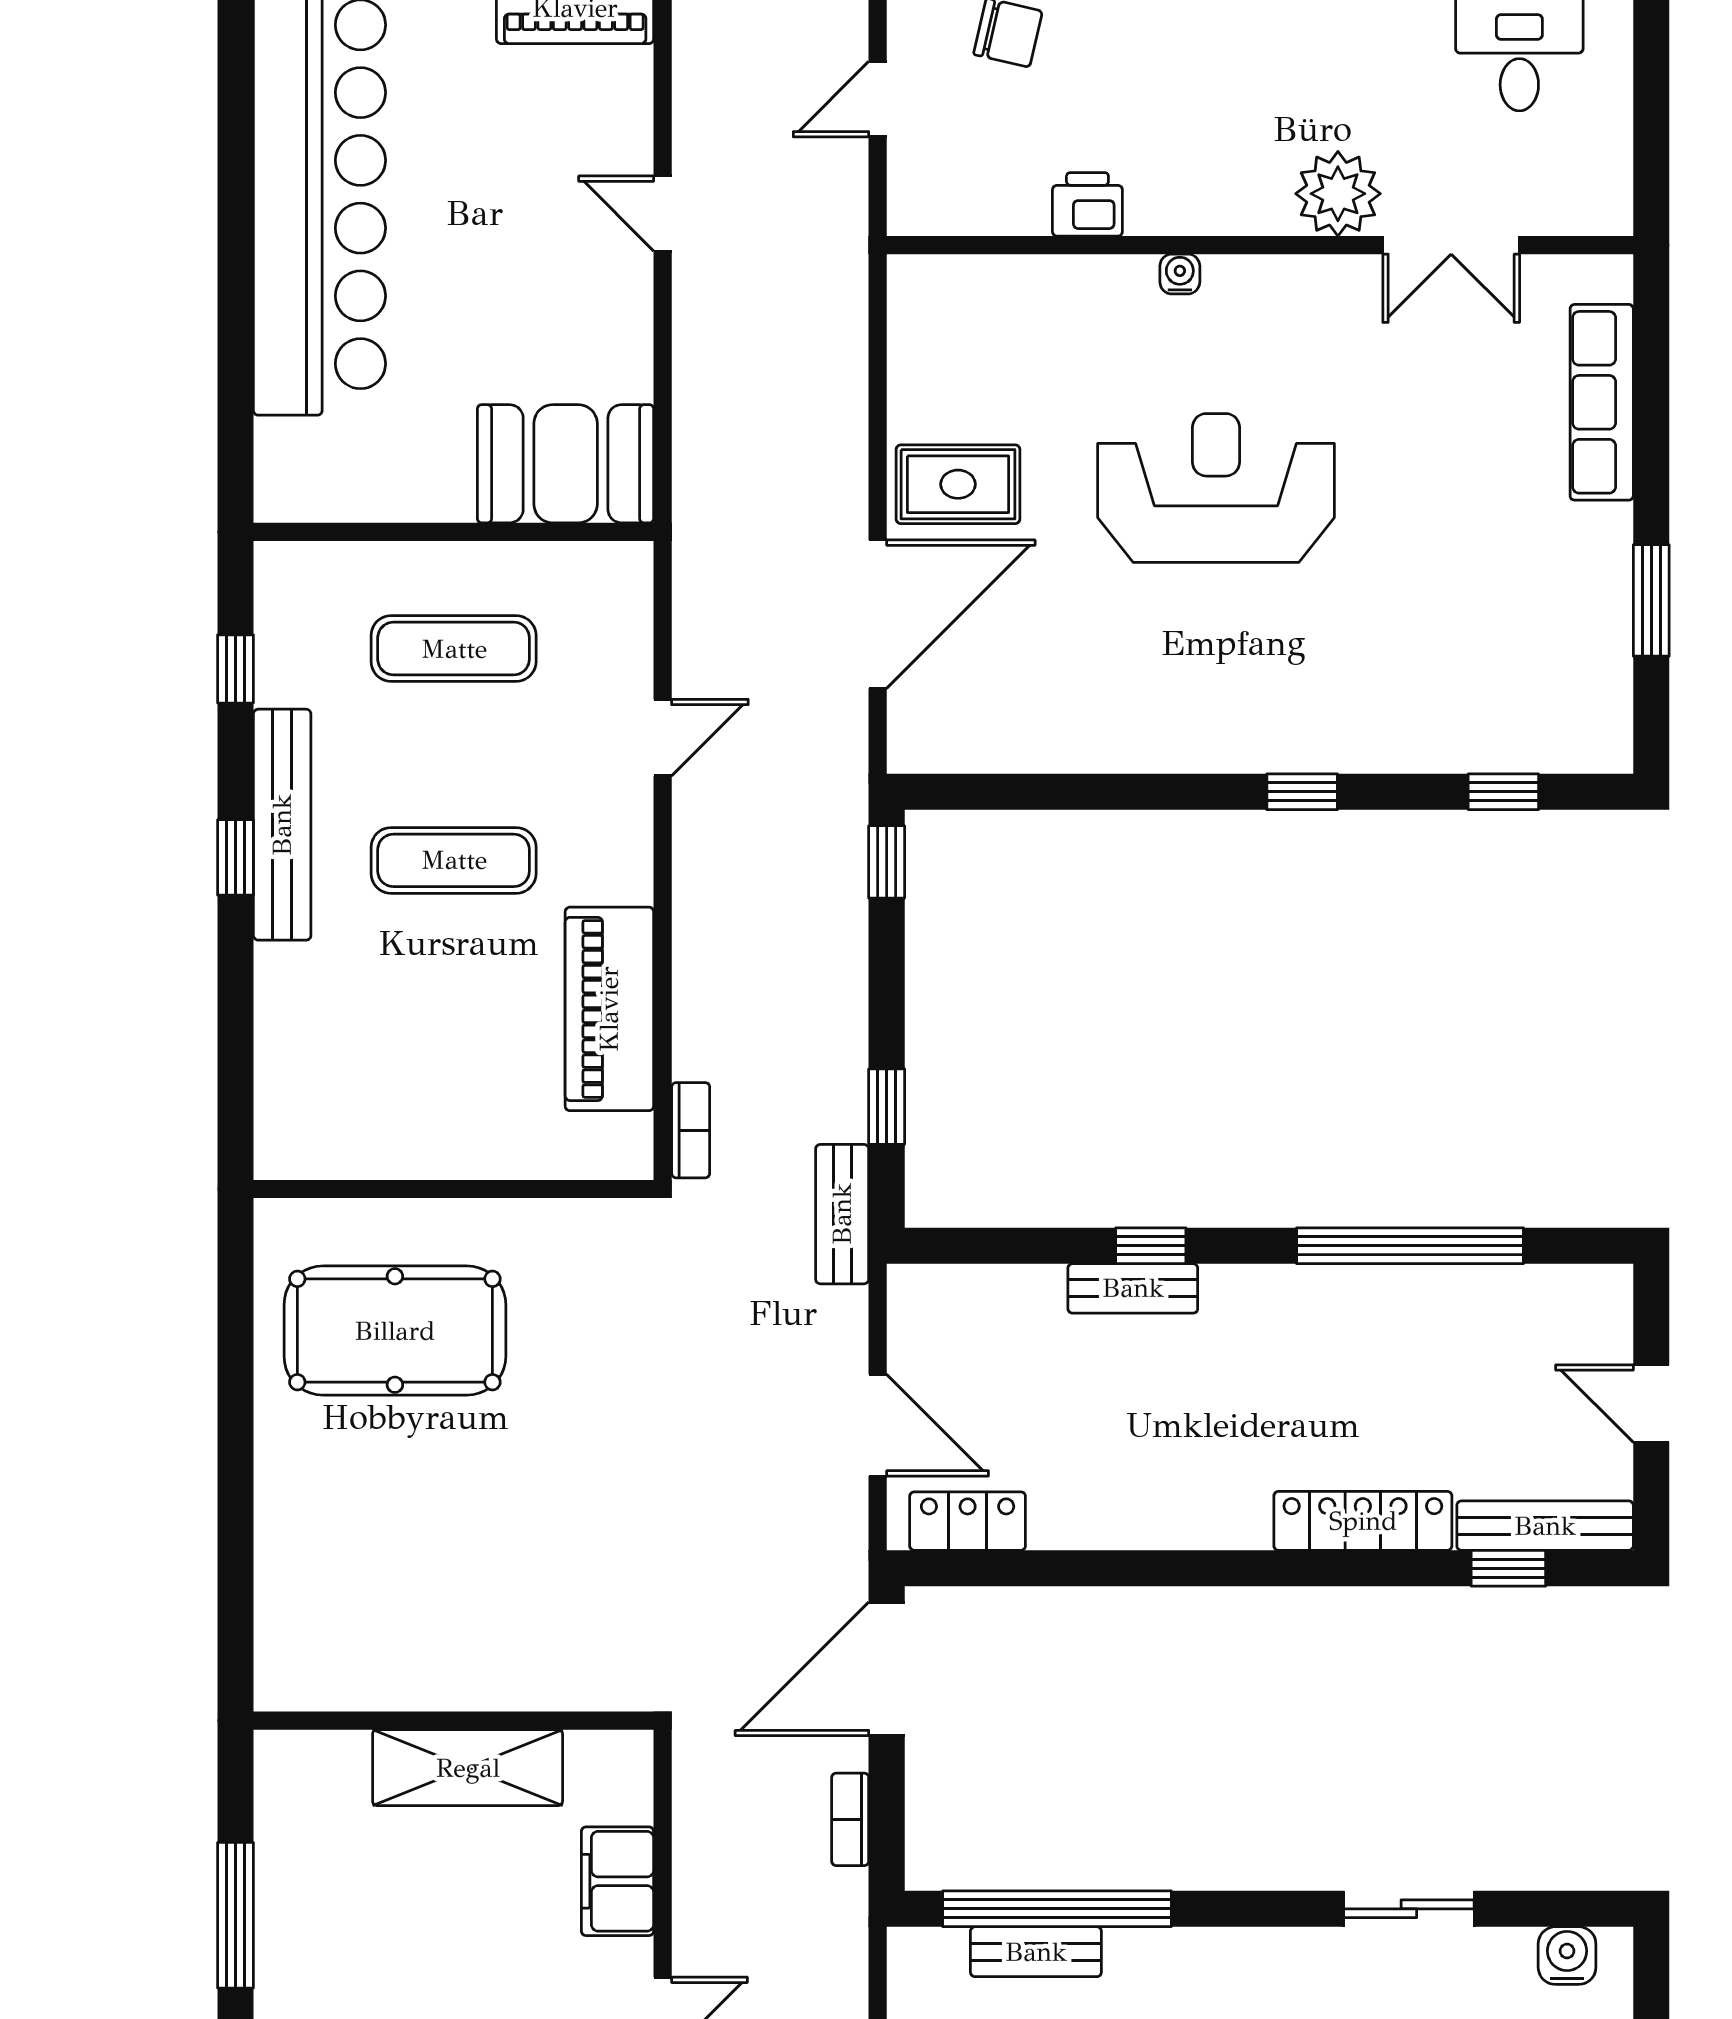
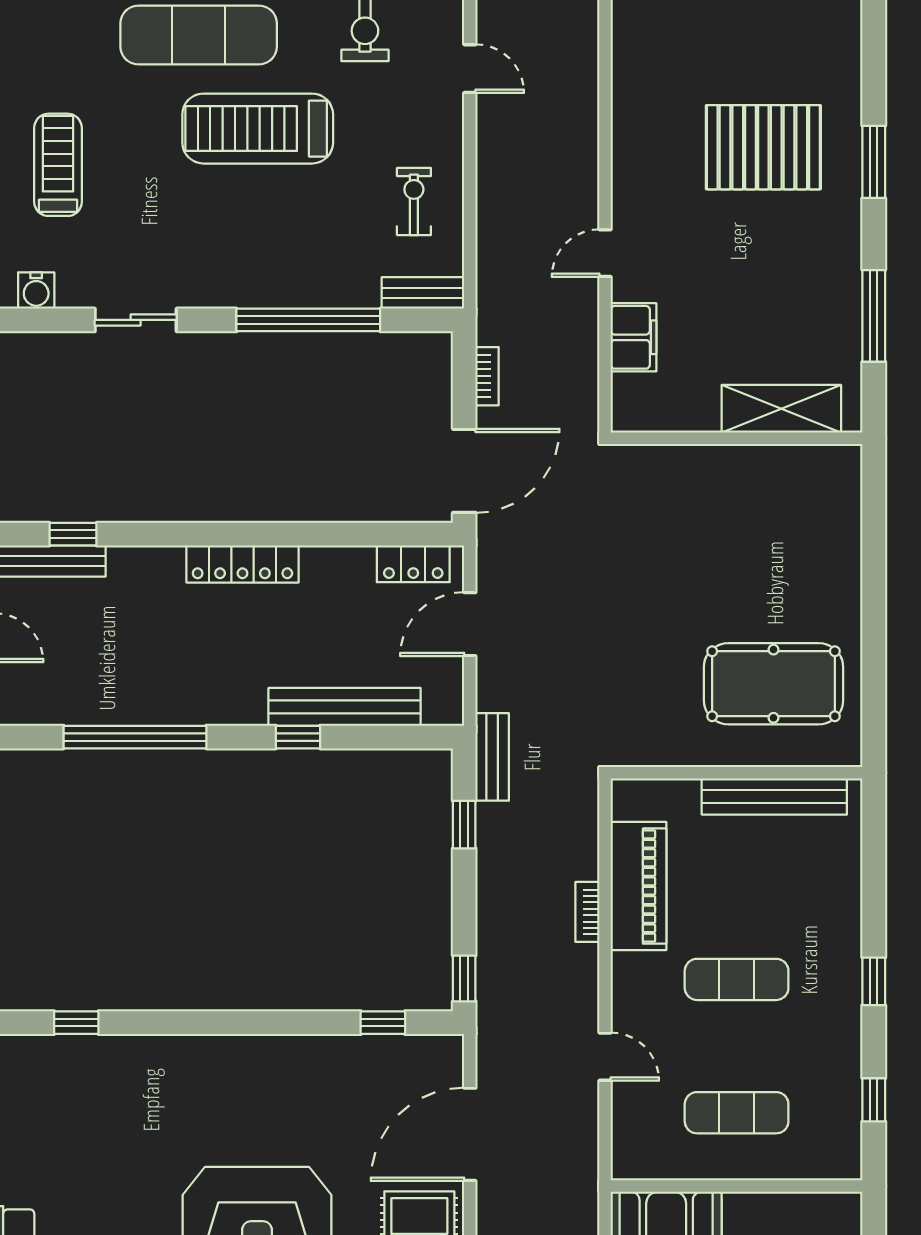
door: (663, 738) -> (605, 1057), swing flipped
window: (1302, 792) -> (383, 1023), moved
bench: (282, 825) -> (774, 796), moved, turned 90
bookcase: (691, 1130) -> (587, 912), moved
bench: (1133, 1288) -> (345, 707), width x1.86, depth x1.21
door: (878, 1425) -> (470, 624), hinge flipped
locker: (1363, 1521) -> (242, 564), moved
shelving: (468, 1768) -> (781, 409), moved
window: (1057, 1909) -> (308, 320), moved
bench: (1036, 1952) -> (423, 293), moved

